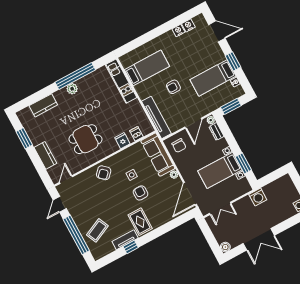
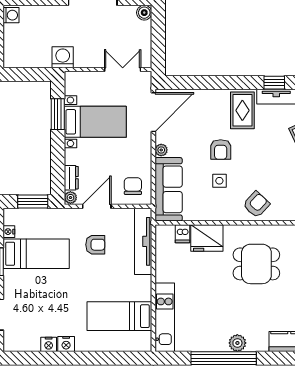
nightstand: (188, 25) -> (66, 344), moved
armchair: (173, 87) -> (95, 245), moved
fridge: (122, 141) -> (207, 238), width x1.88, depth x1.34

